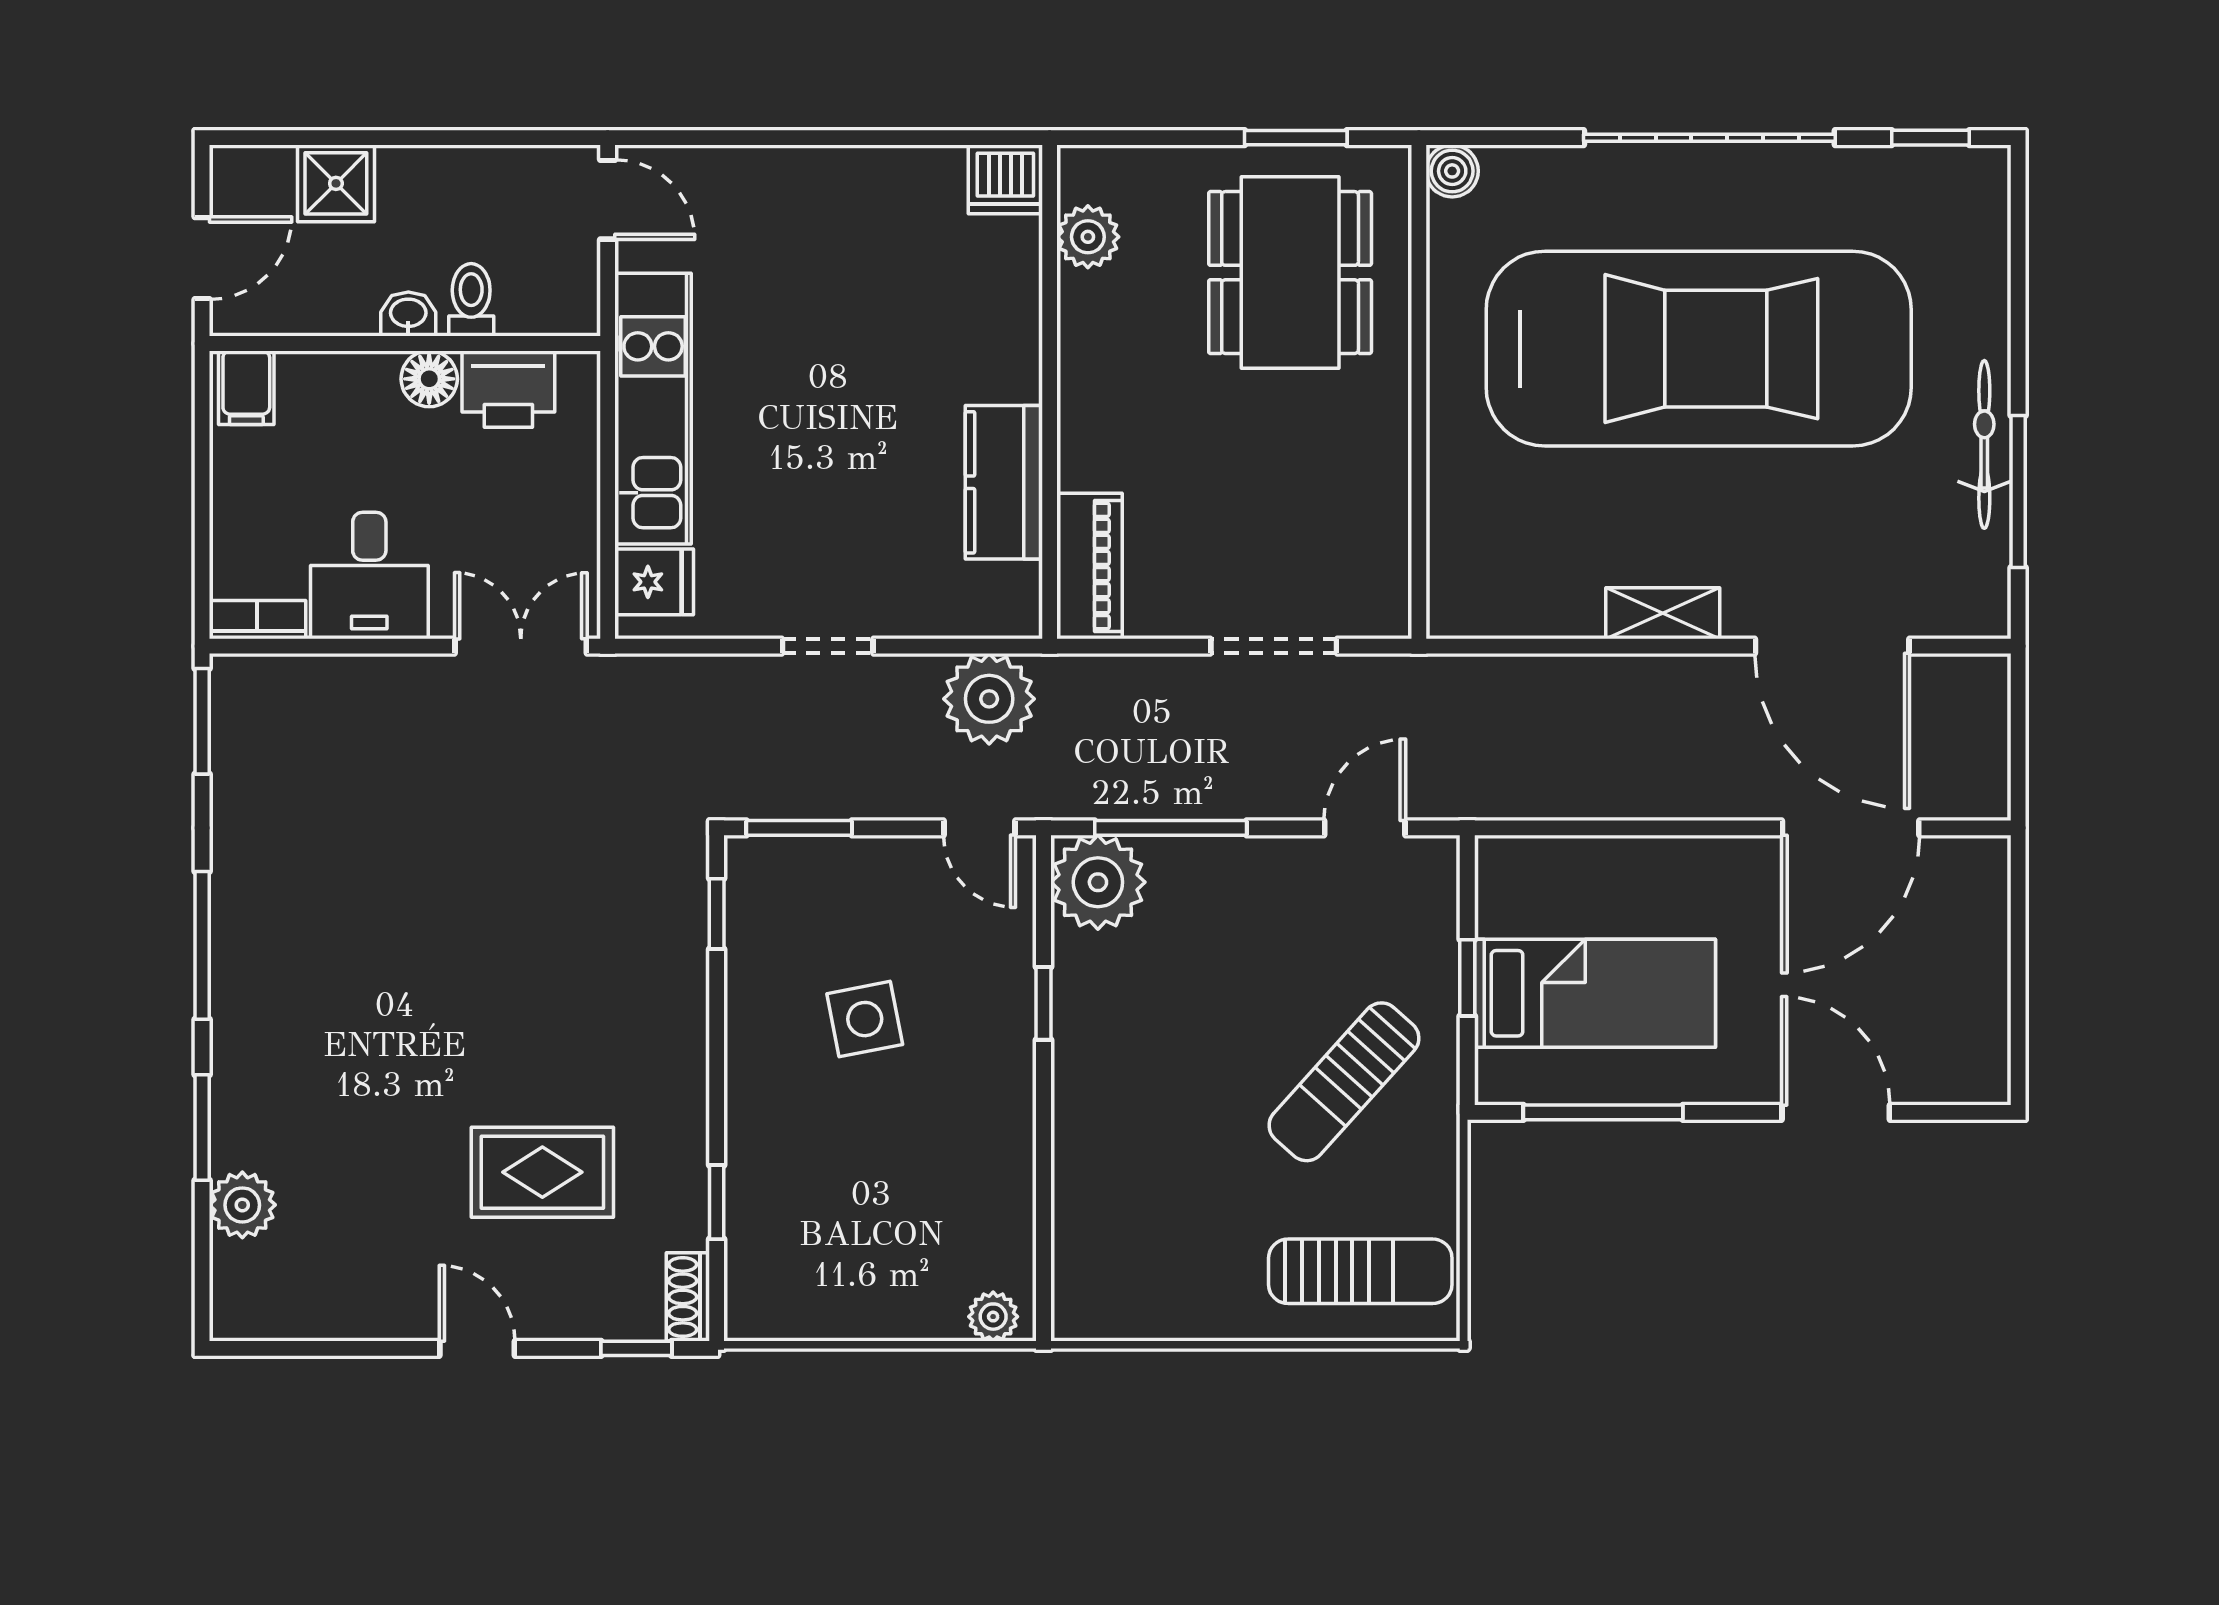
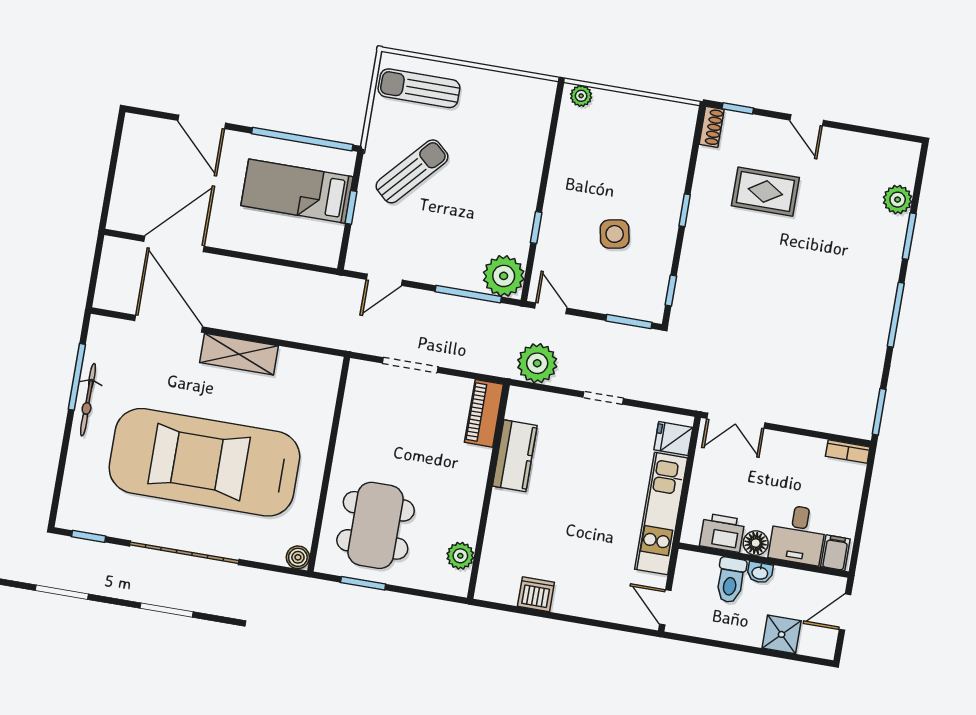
dishwasher: (1005, 179) -> (536, 594), moved
toilet: (471, 300) -> (731, 580), width x1.37, depth x1.39
desk: (369, 576) -> (798, 535), moved, turned 180
shelving: (1663, 613) -> (239, 354), width x1.50, depth x1.33
window: (1603, 1112) -> (302, 139), width x1.46
window: (717, 1202) -> (685, 210), moved

